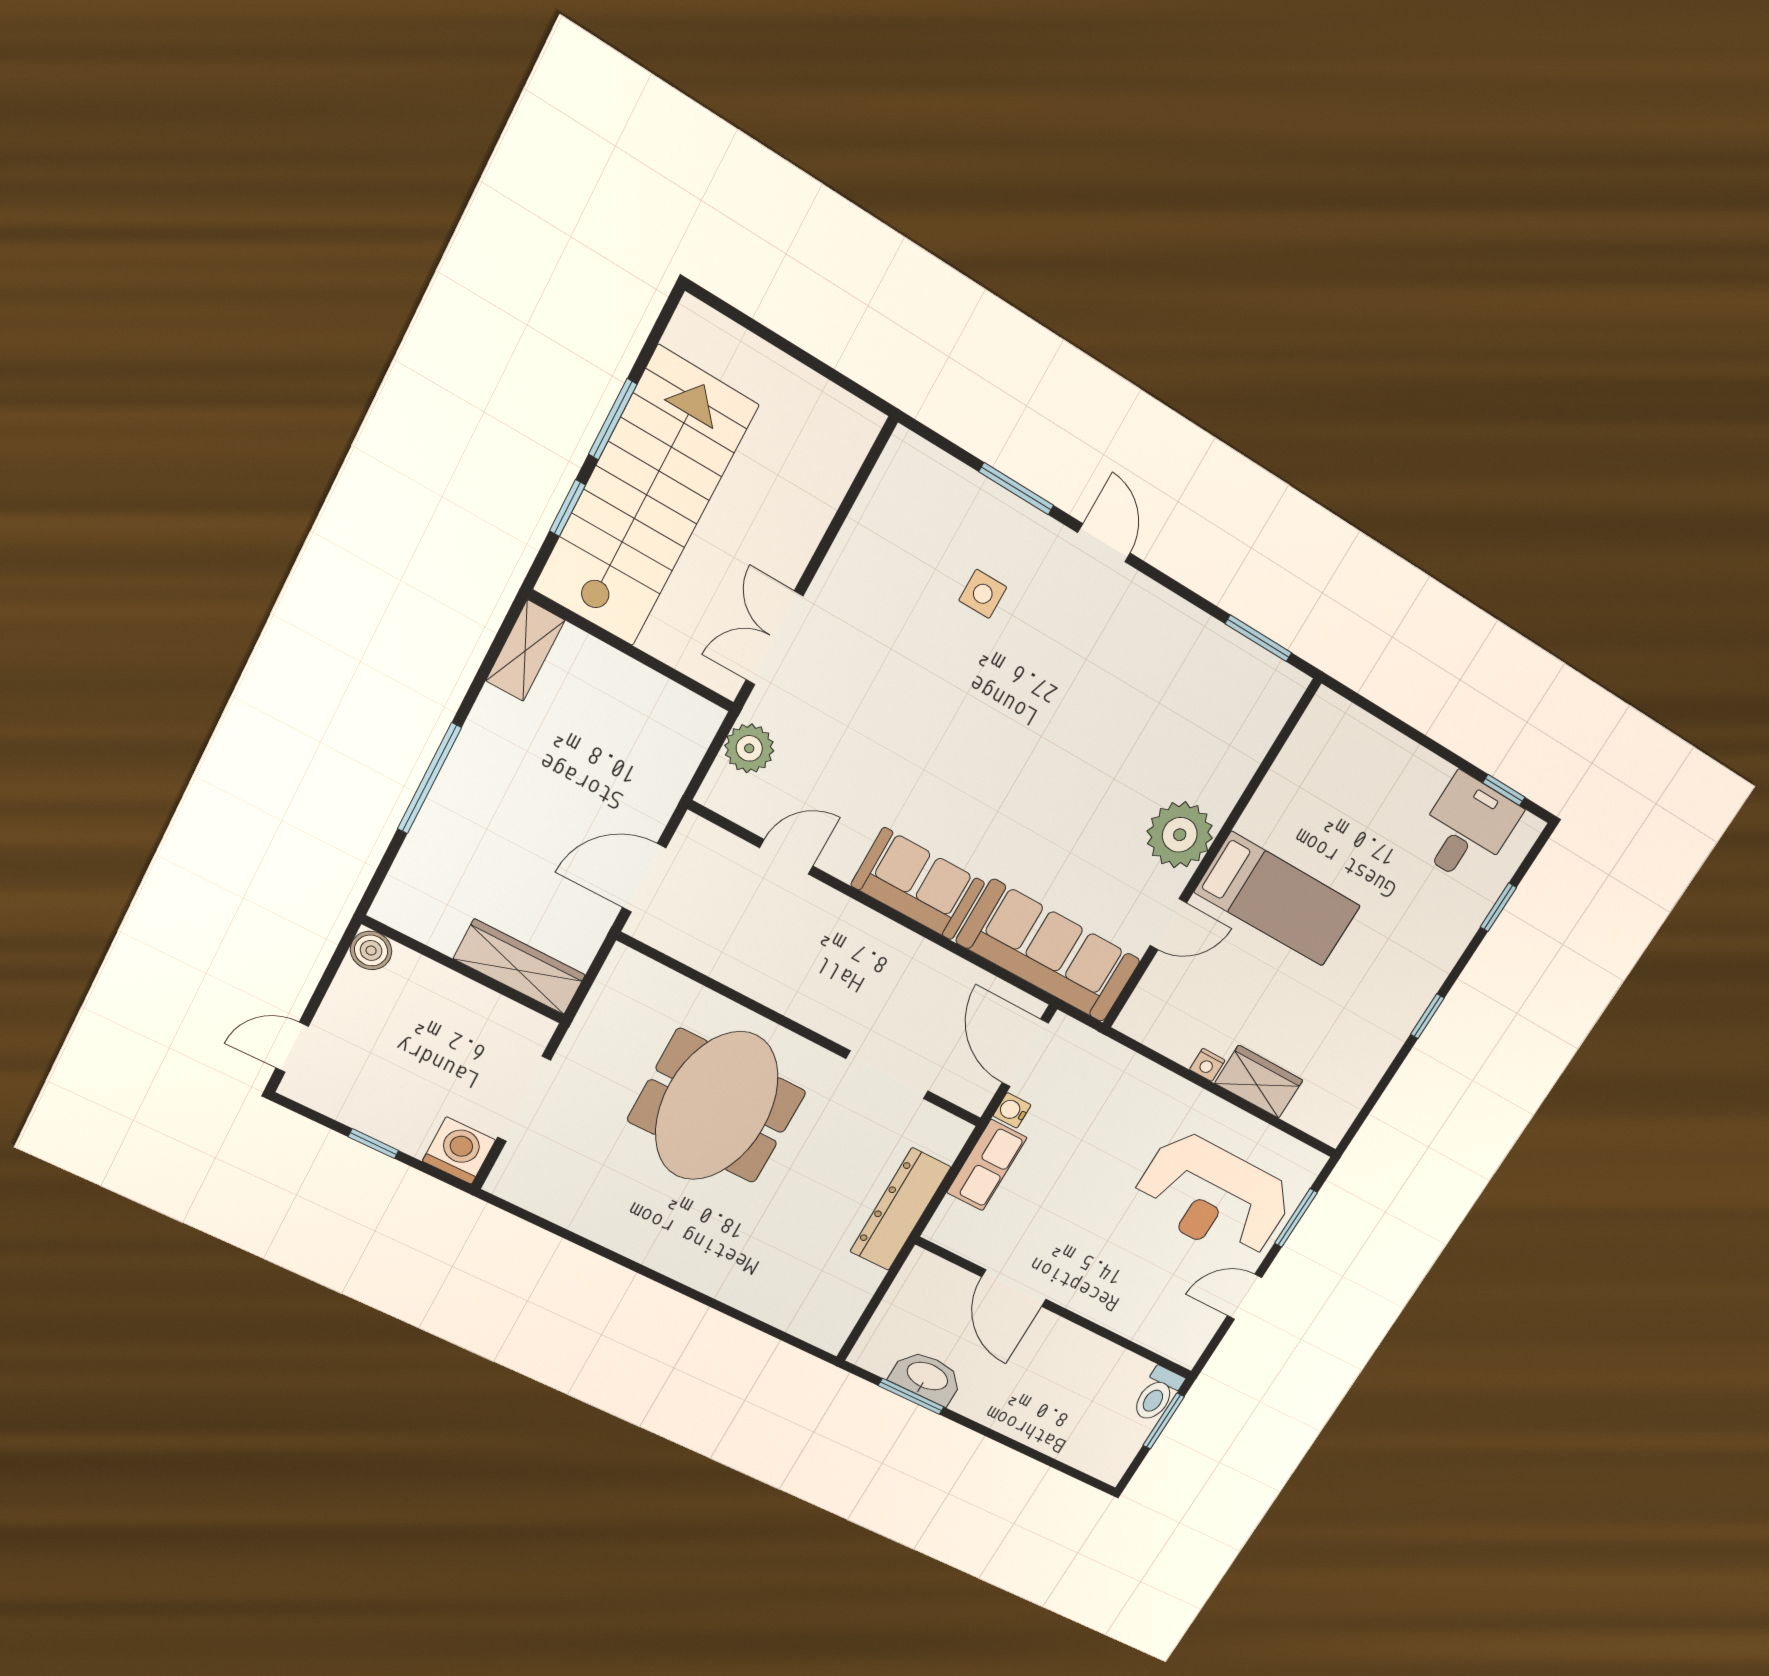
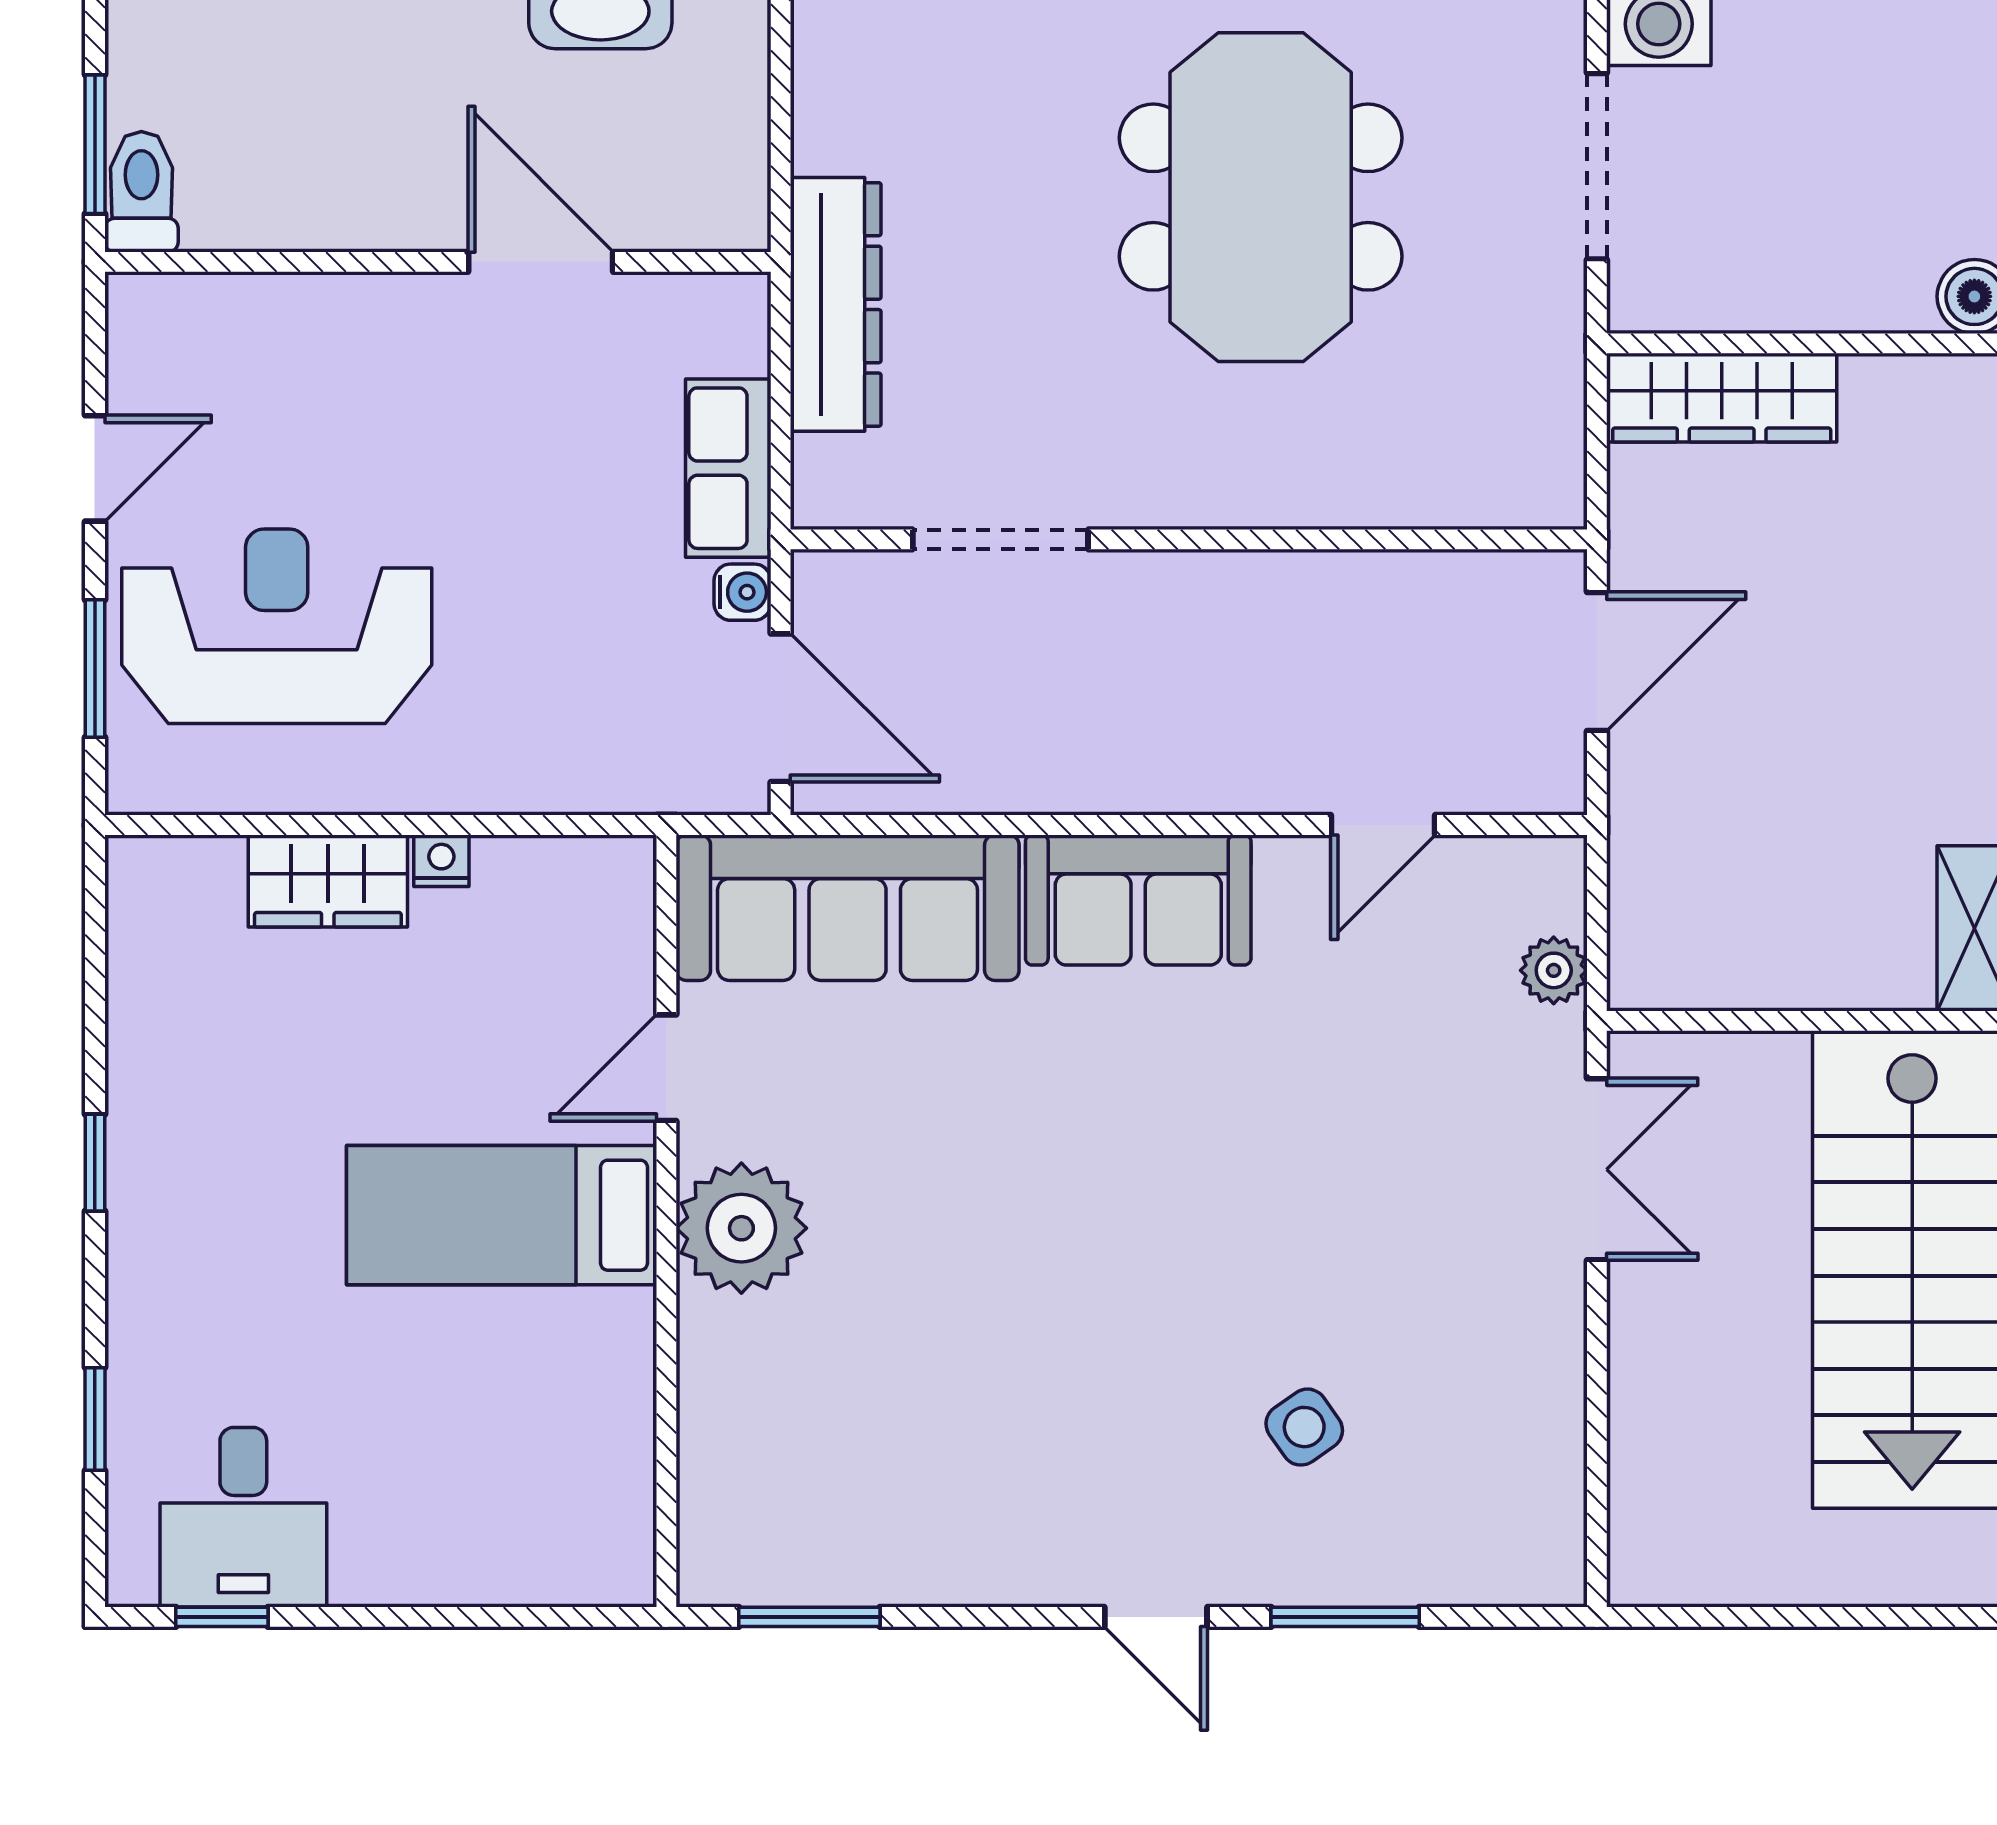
side table: (983, 594) -> (1304, 1427), turned -35
plant: (749, 748) -> (1554, 970), width x0.73, depth x0.73
meeting table: (717, 1106) -> (1261, 197), moved

